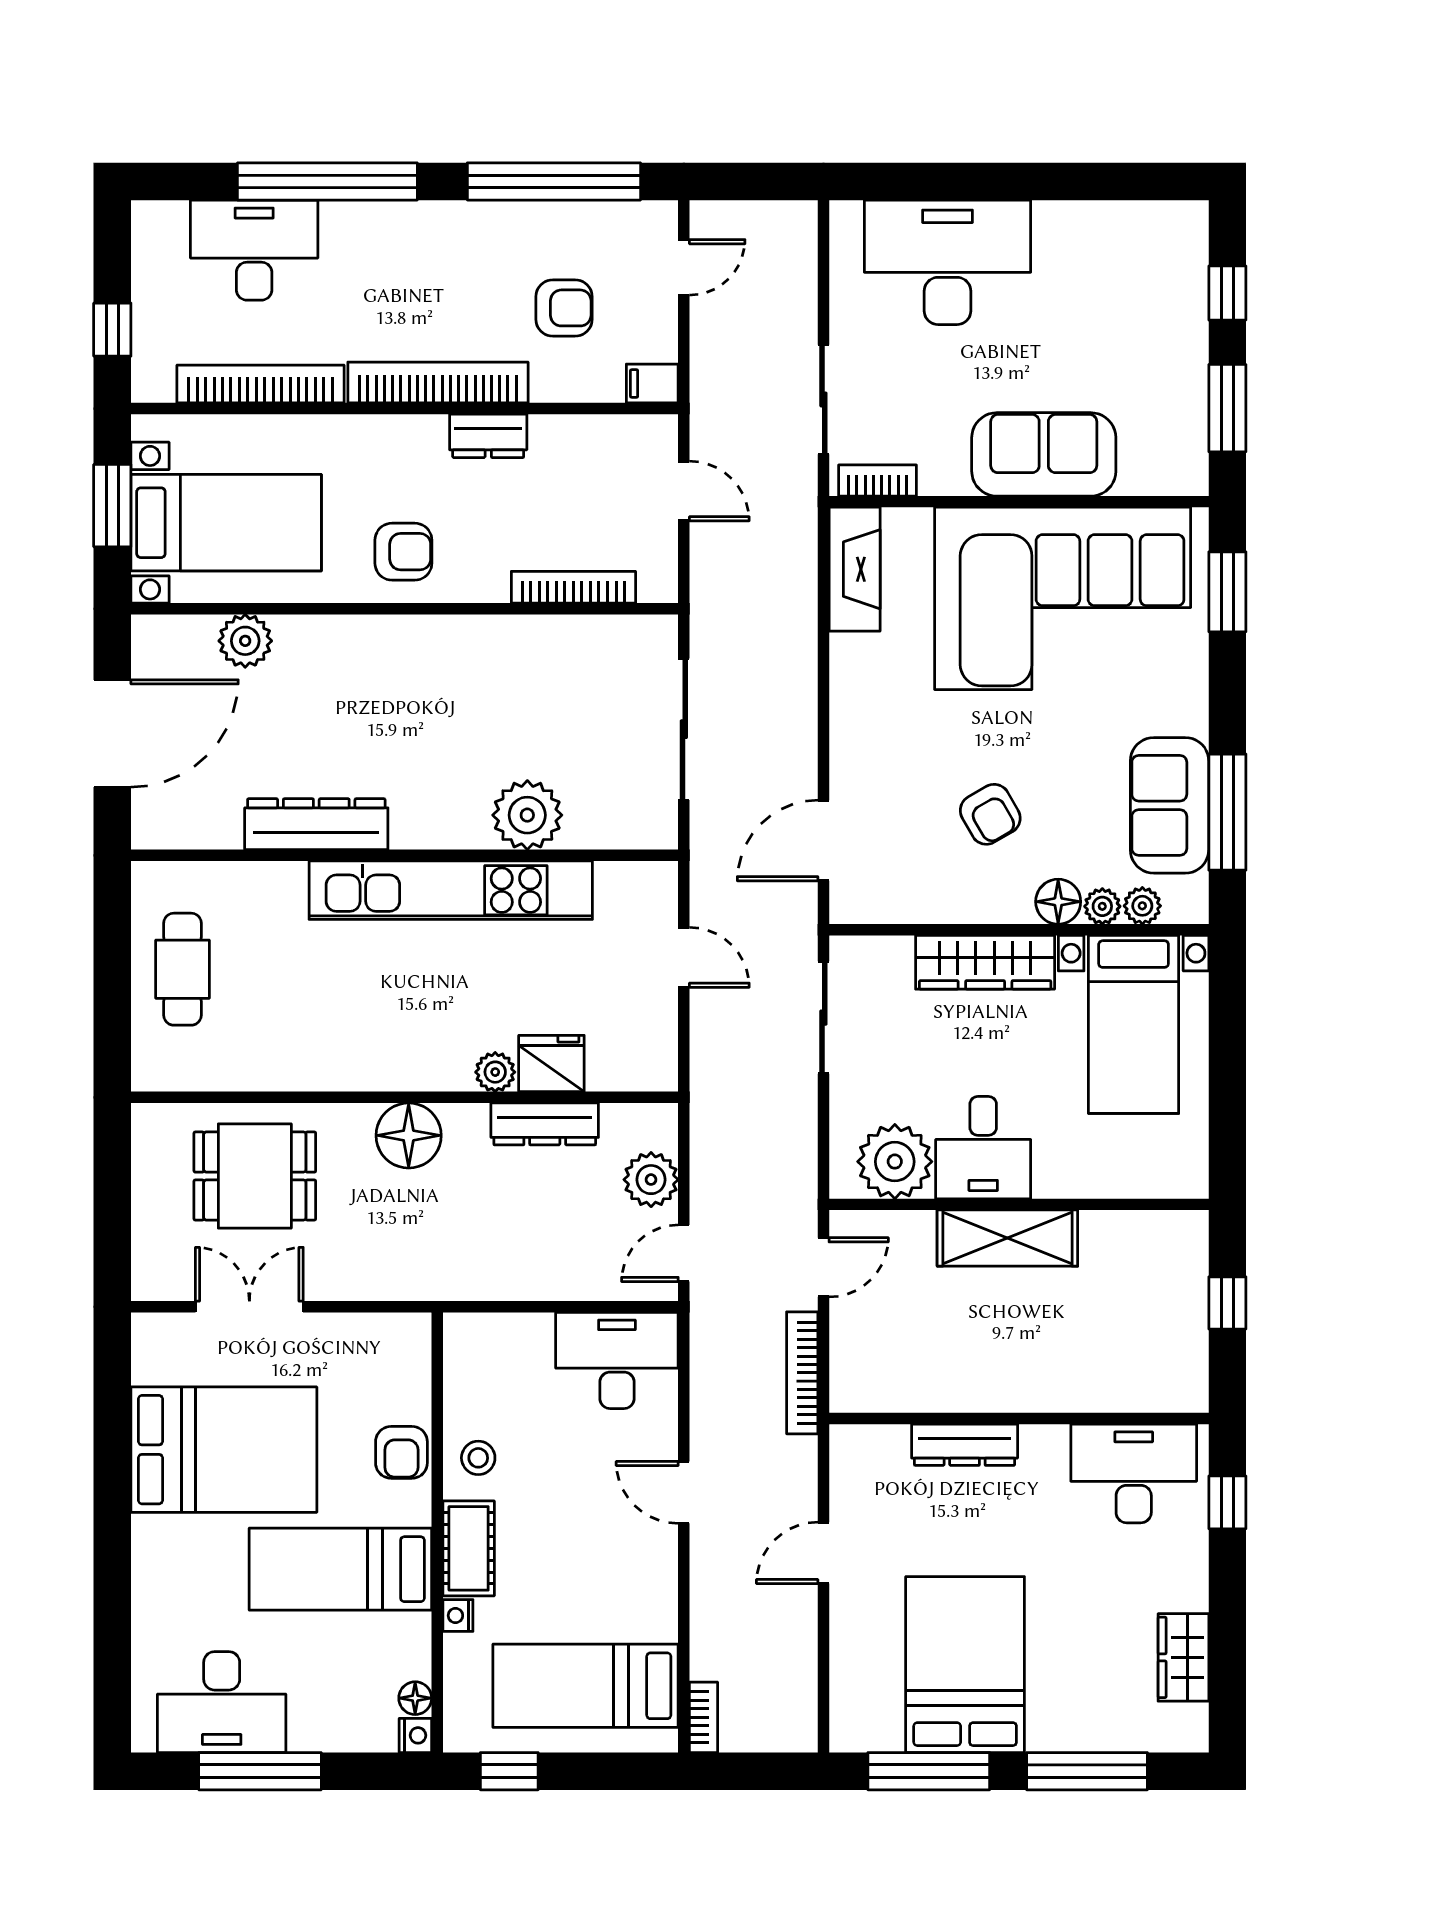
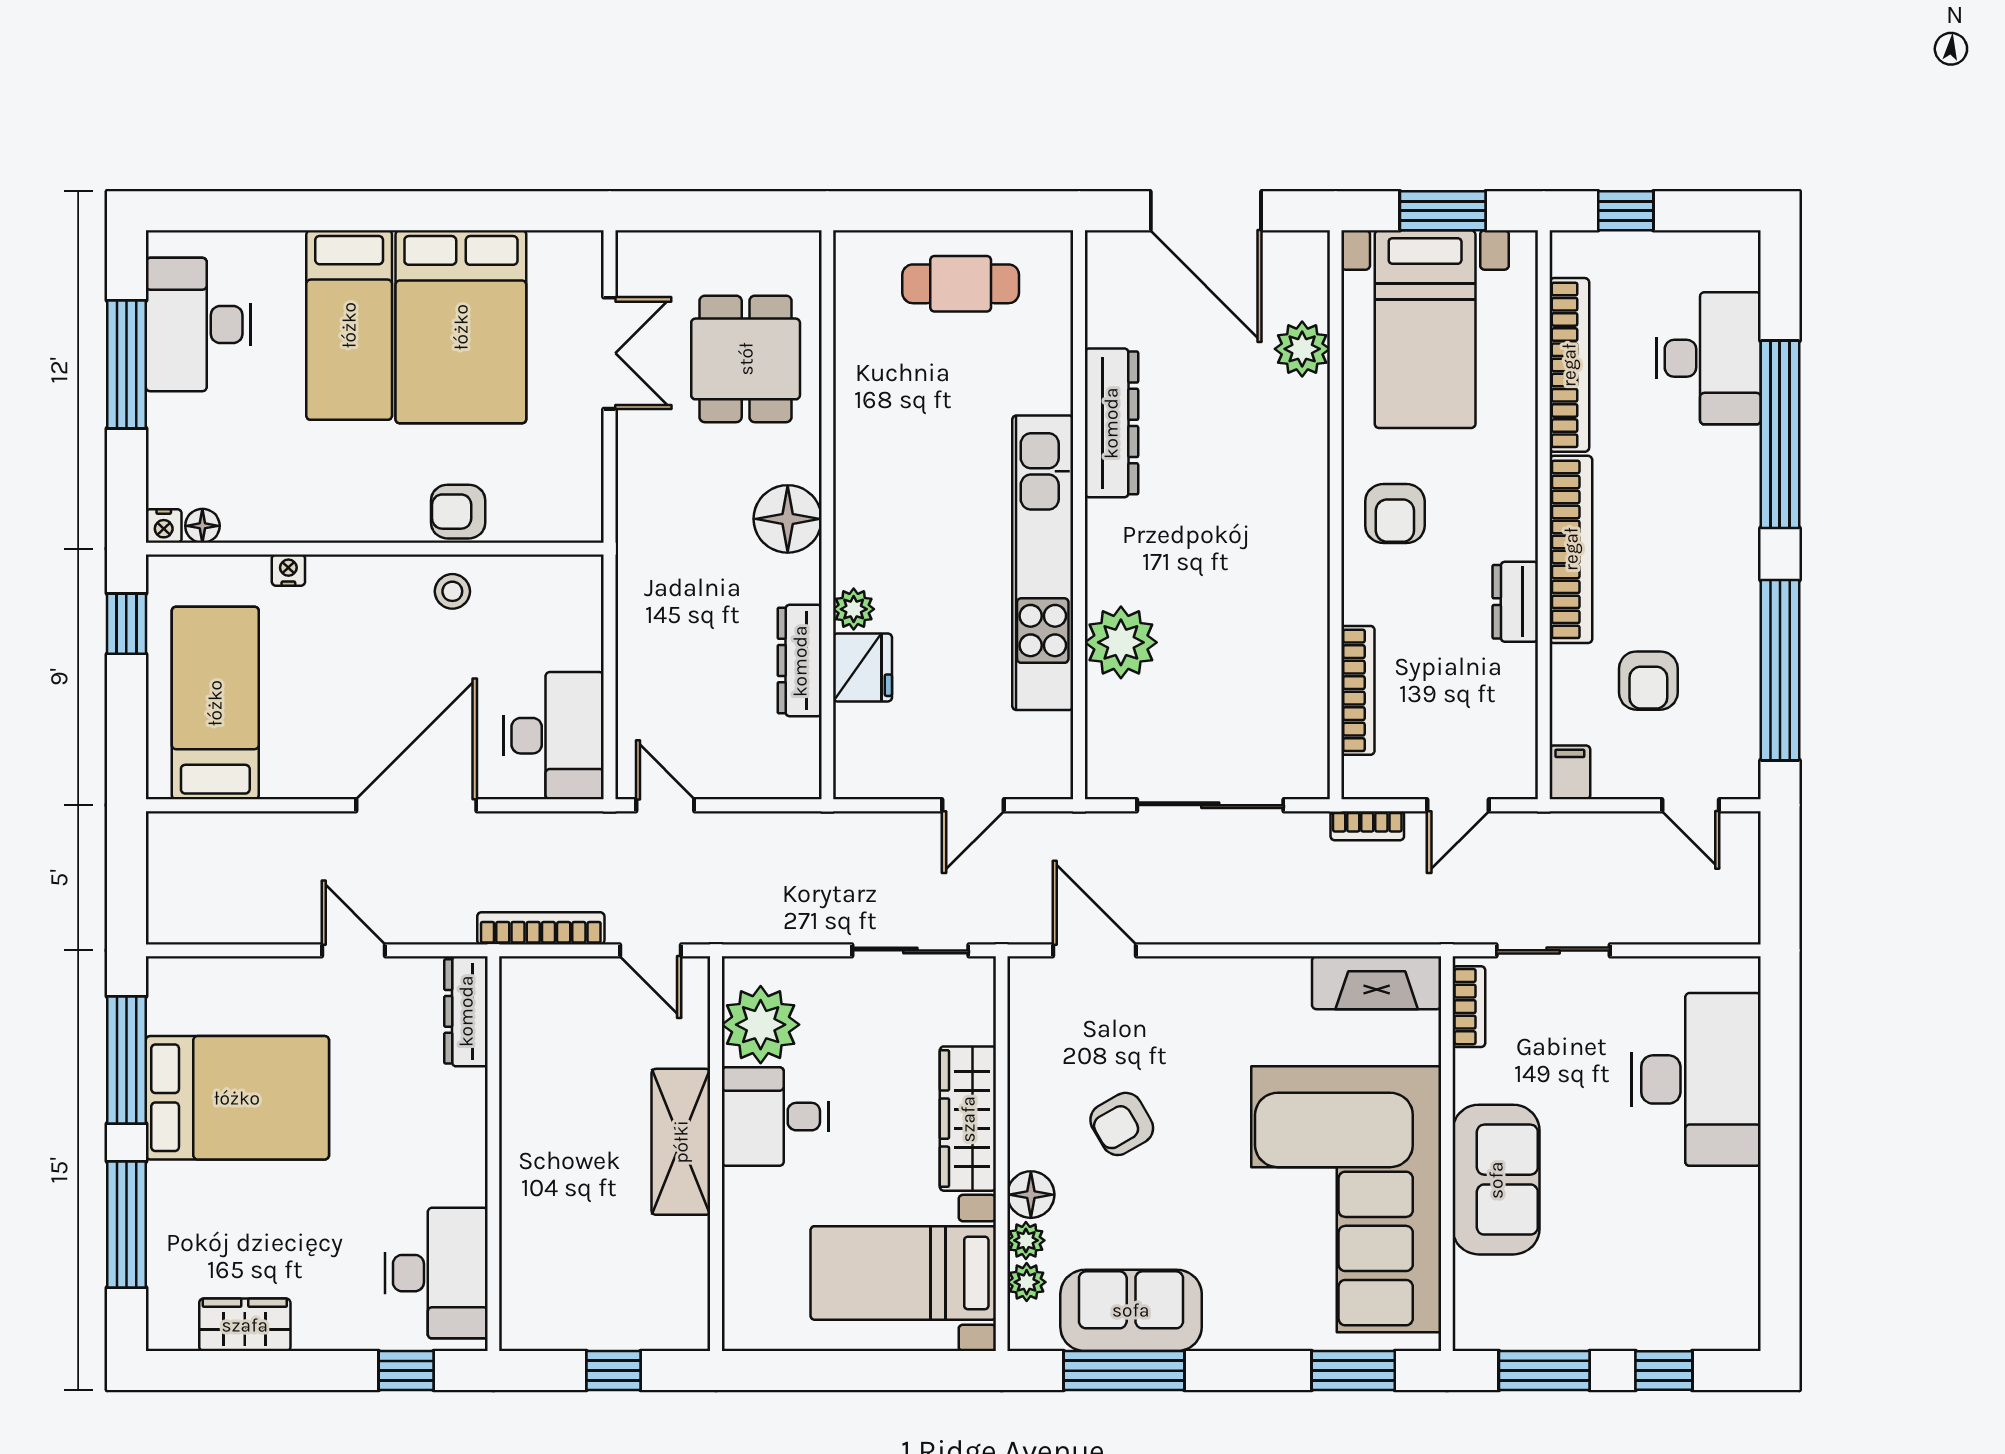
plant: (651, 1180) -> (742, 771), removed
dresser: (965, 1445) -> (466, 1011), moved
door: (684, 1492) -> (416, 805), width x1.87
cot: (469, 1548) -> (358, 581), removed
bed: (340, 1569) -> (349, 325), moved, turned 180
bookcase: (704, 1717) -> (1367, 826), moved

